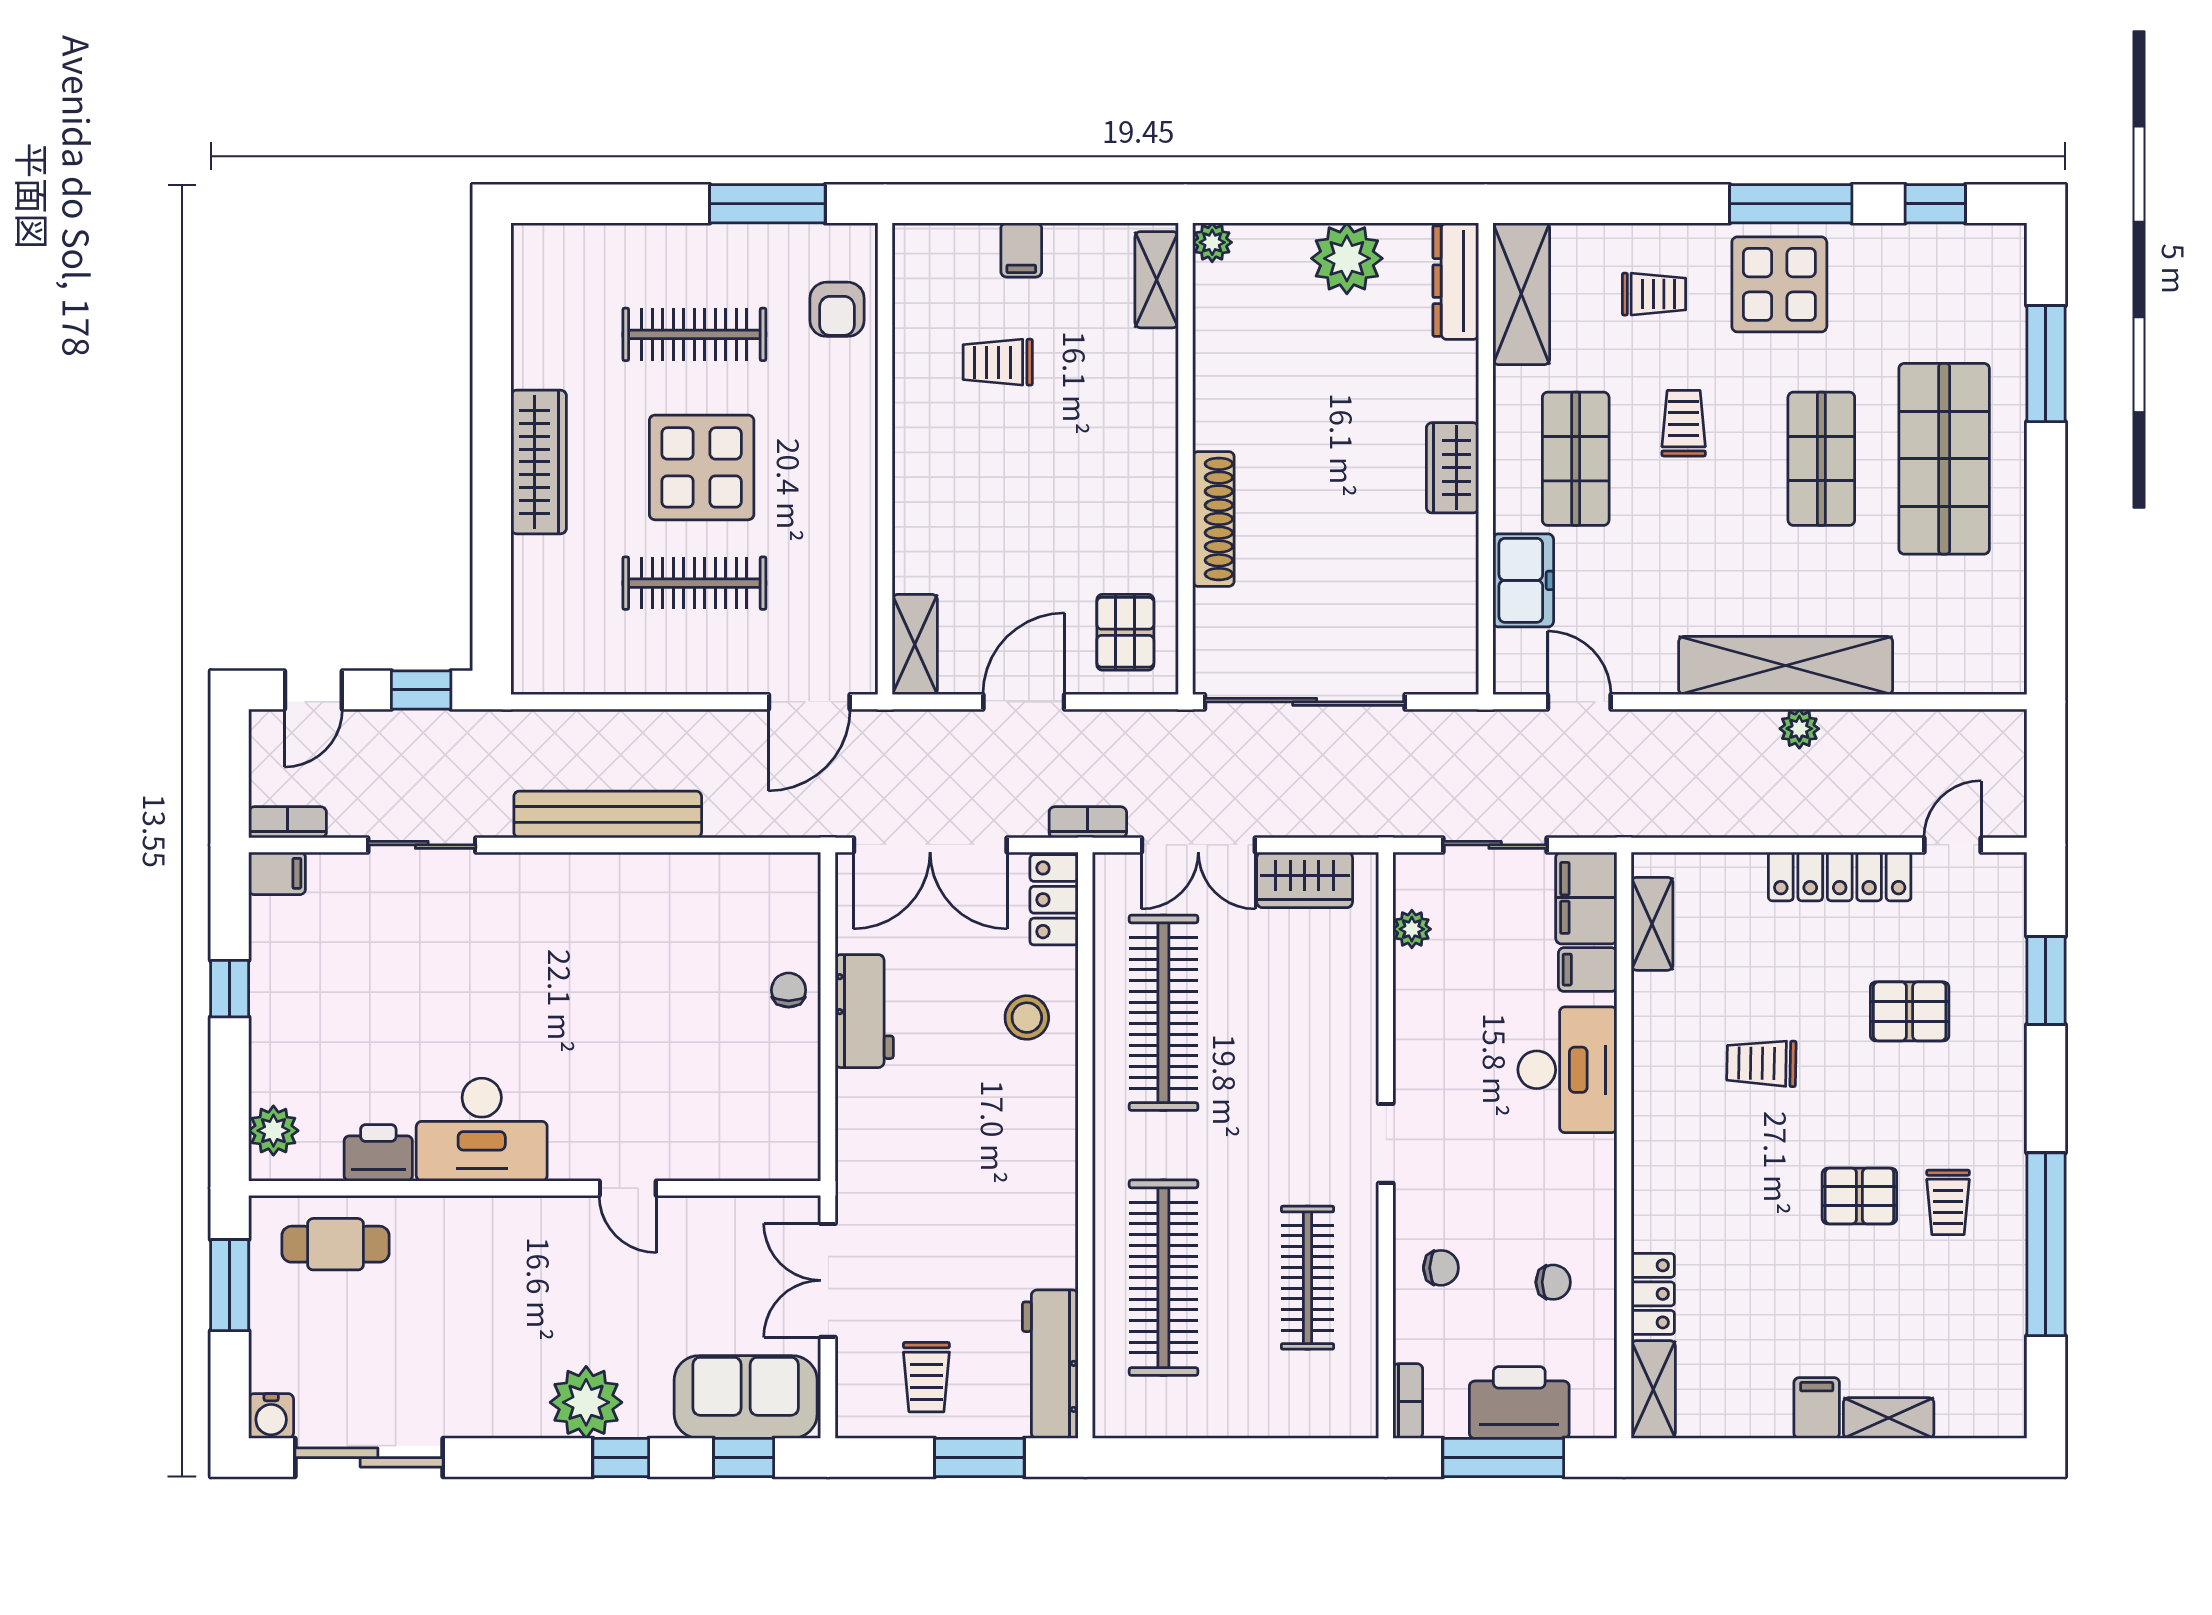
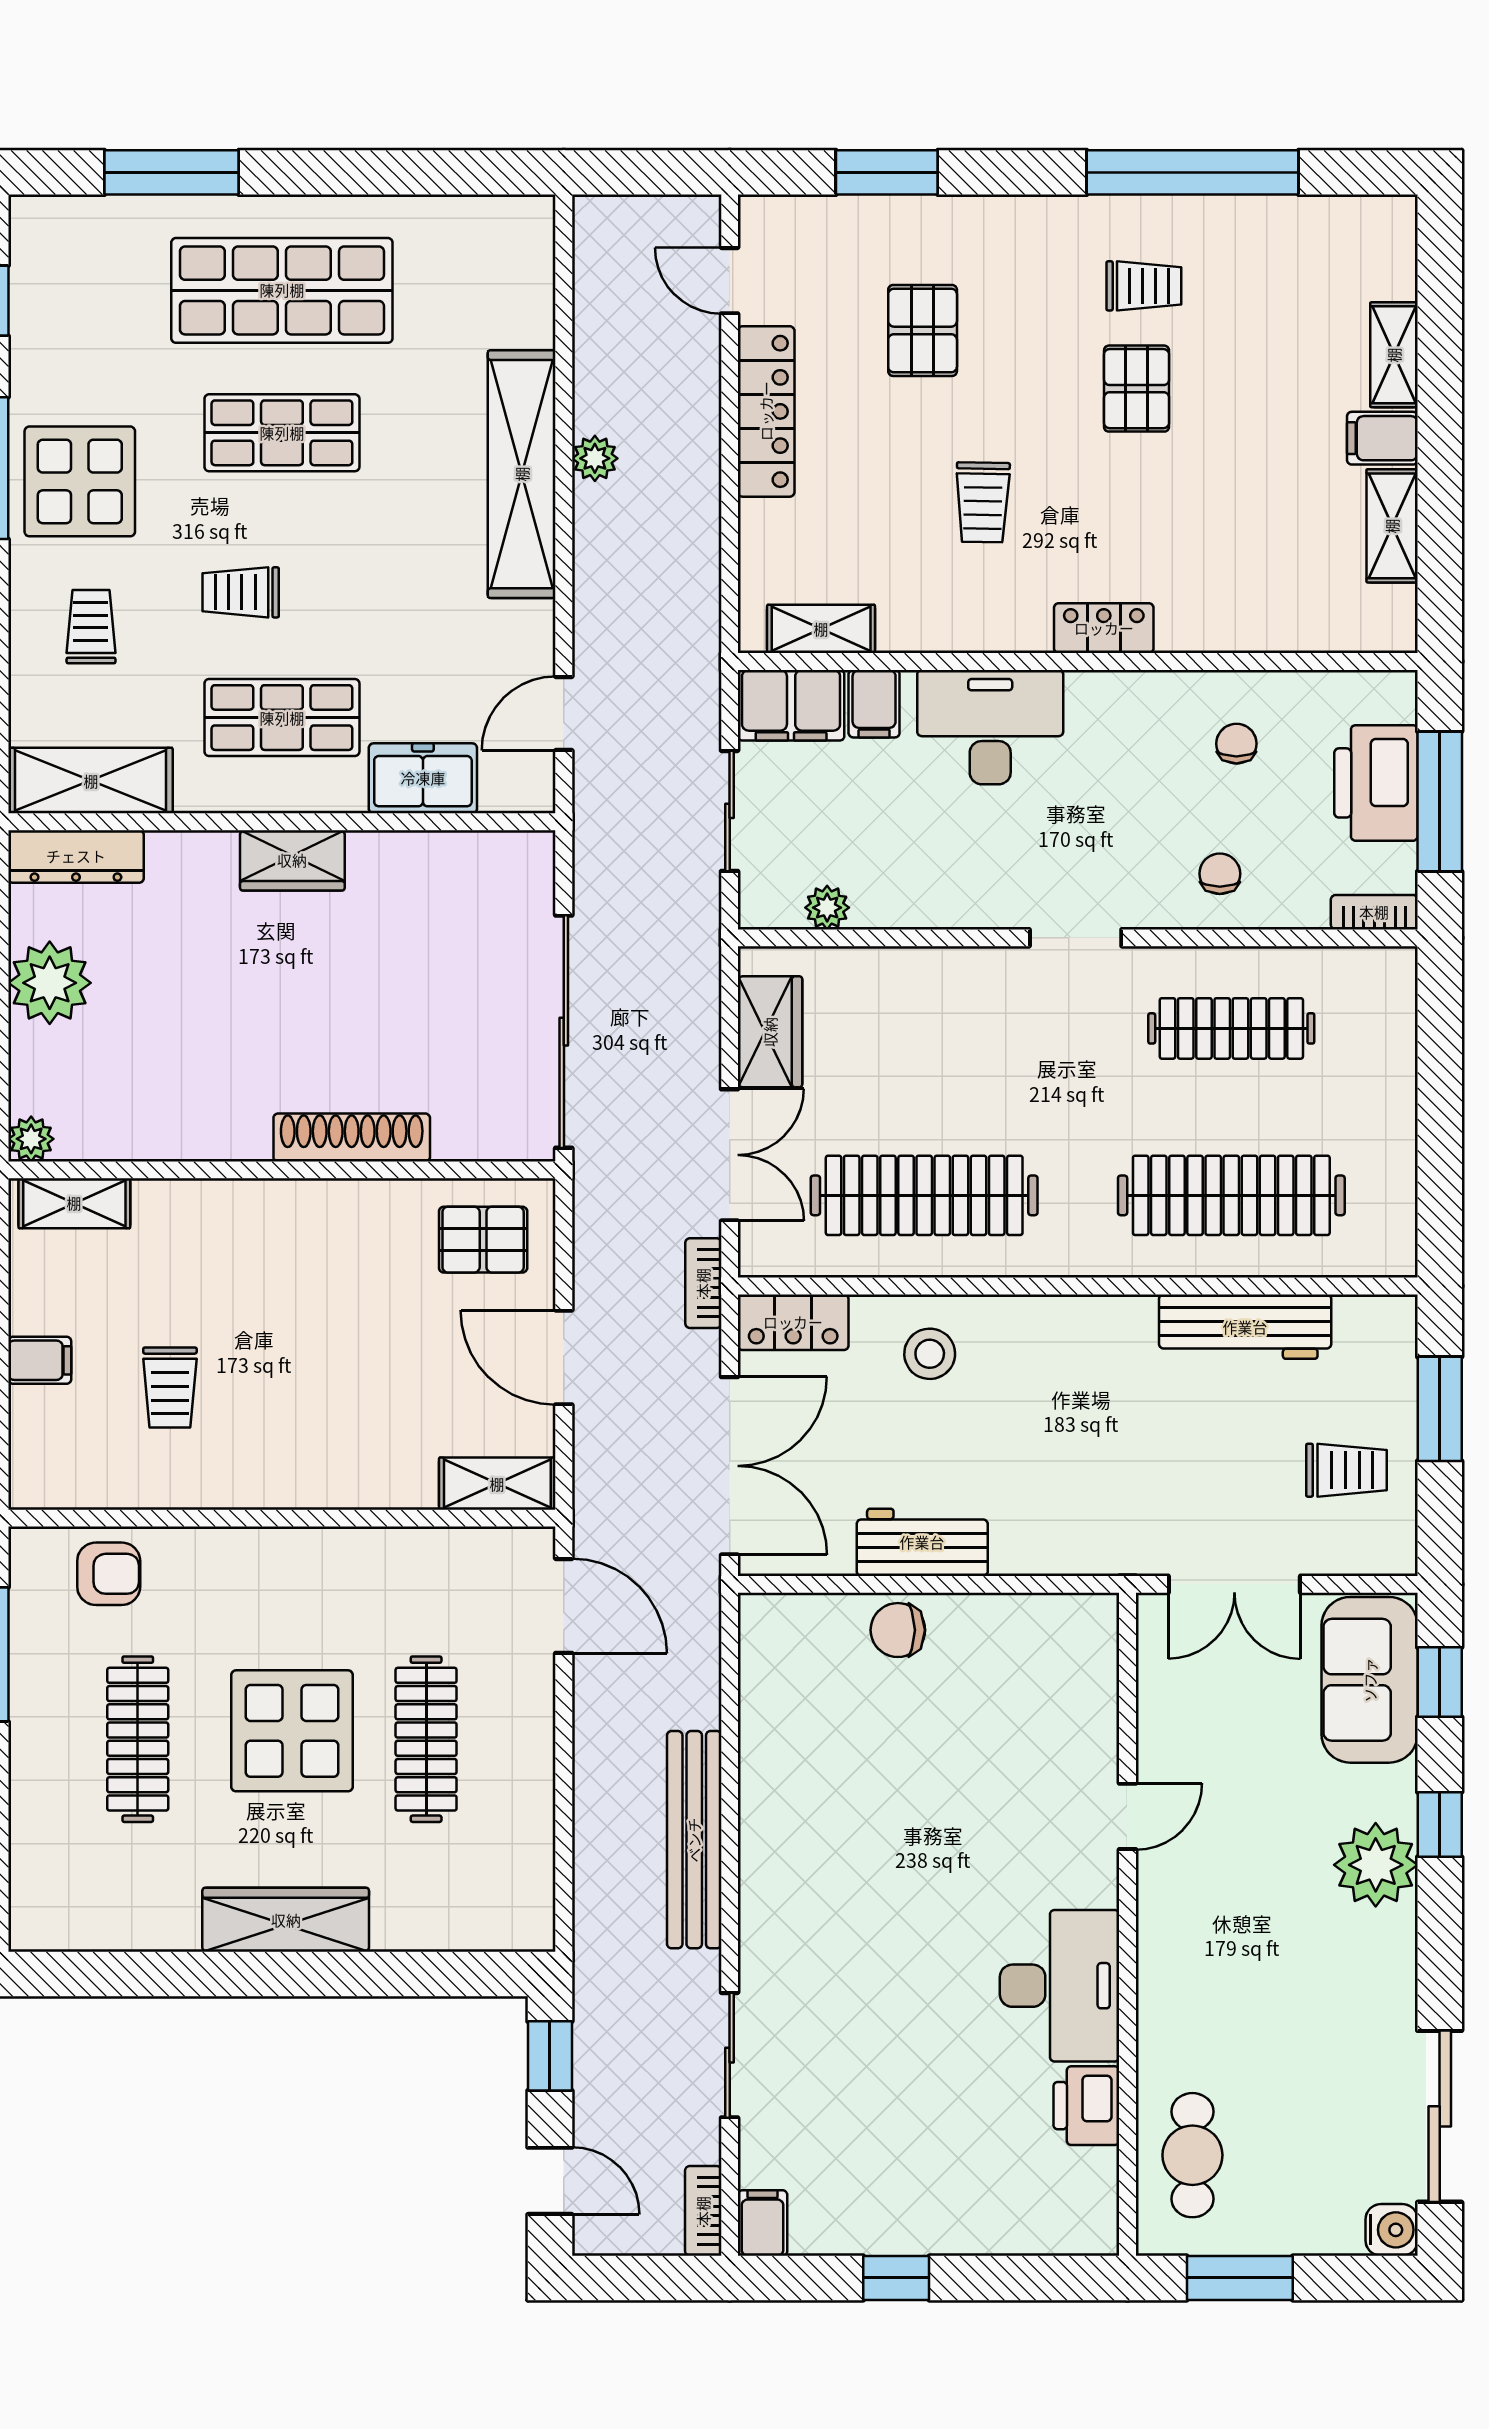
chair: (789, 990) -> (898, 1630), width x1.37, depth x1.37
plant: (273, 1131) -> (1061, 2227), removed
locker: (1653, 1294) -> (1104, 628), moved
workbench: (1050, 1364) -> (1245, 1327), moved
shelving: (1653, 1389) -> (1392, 526), moved, turned 90

